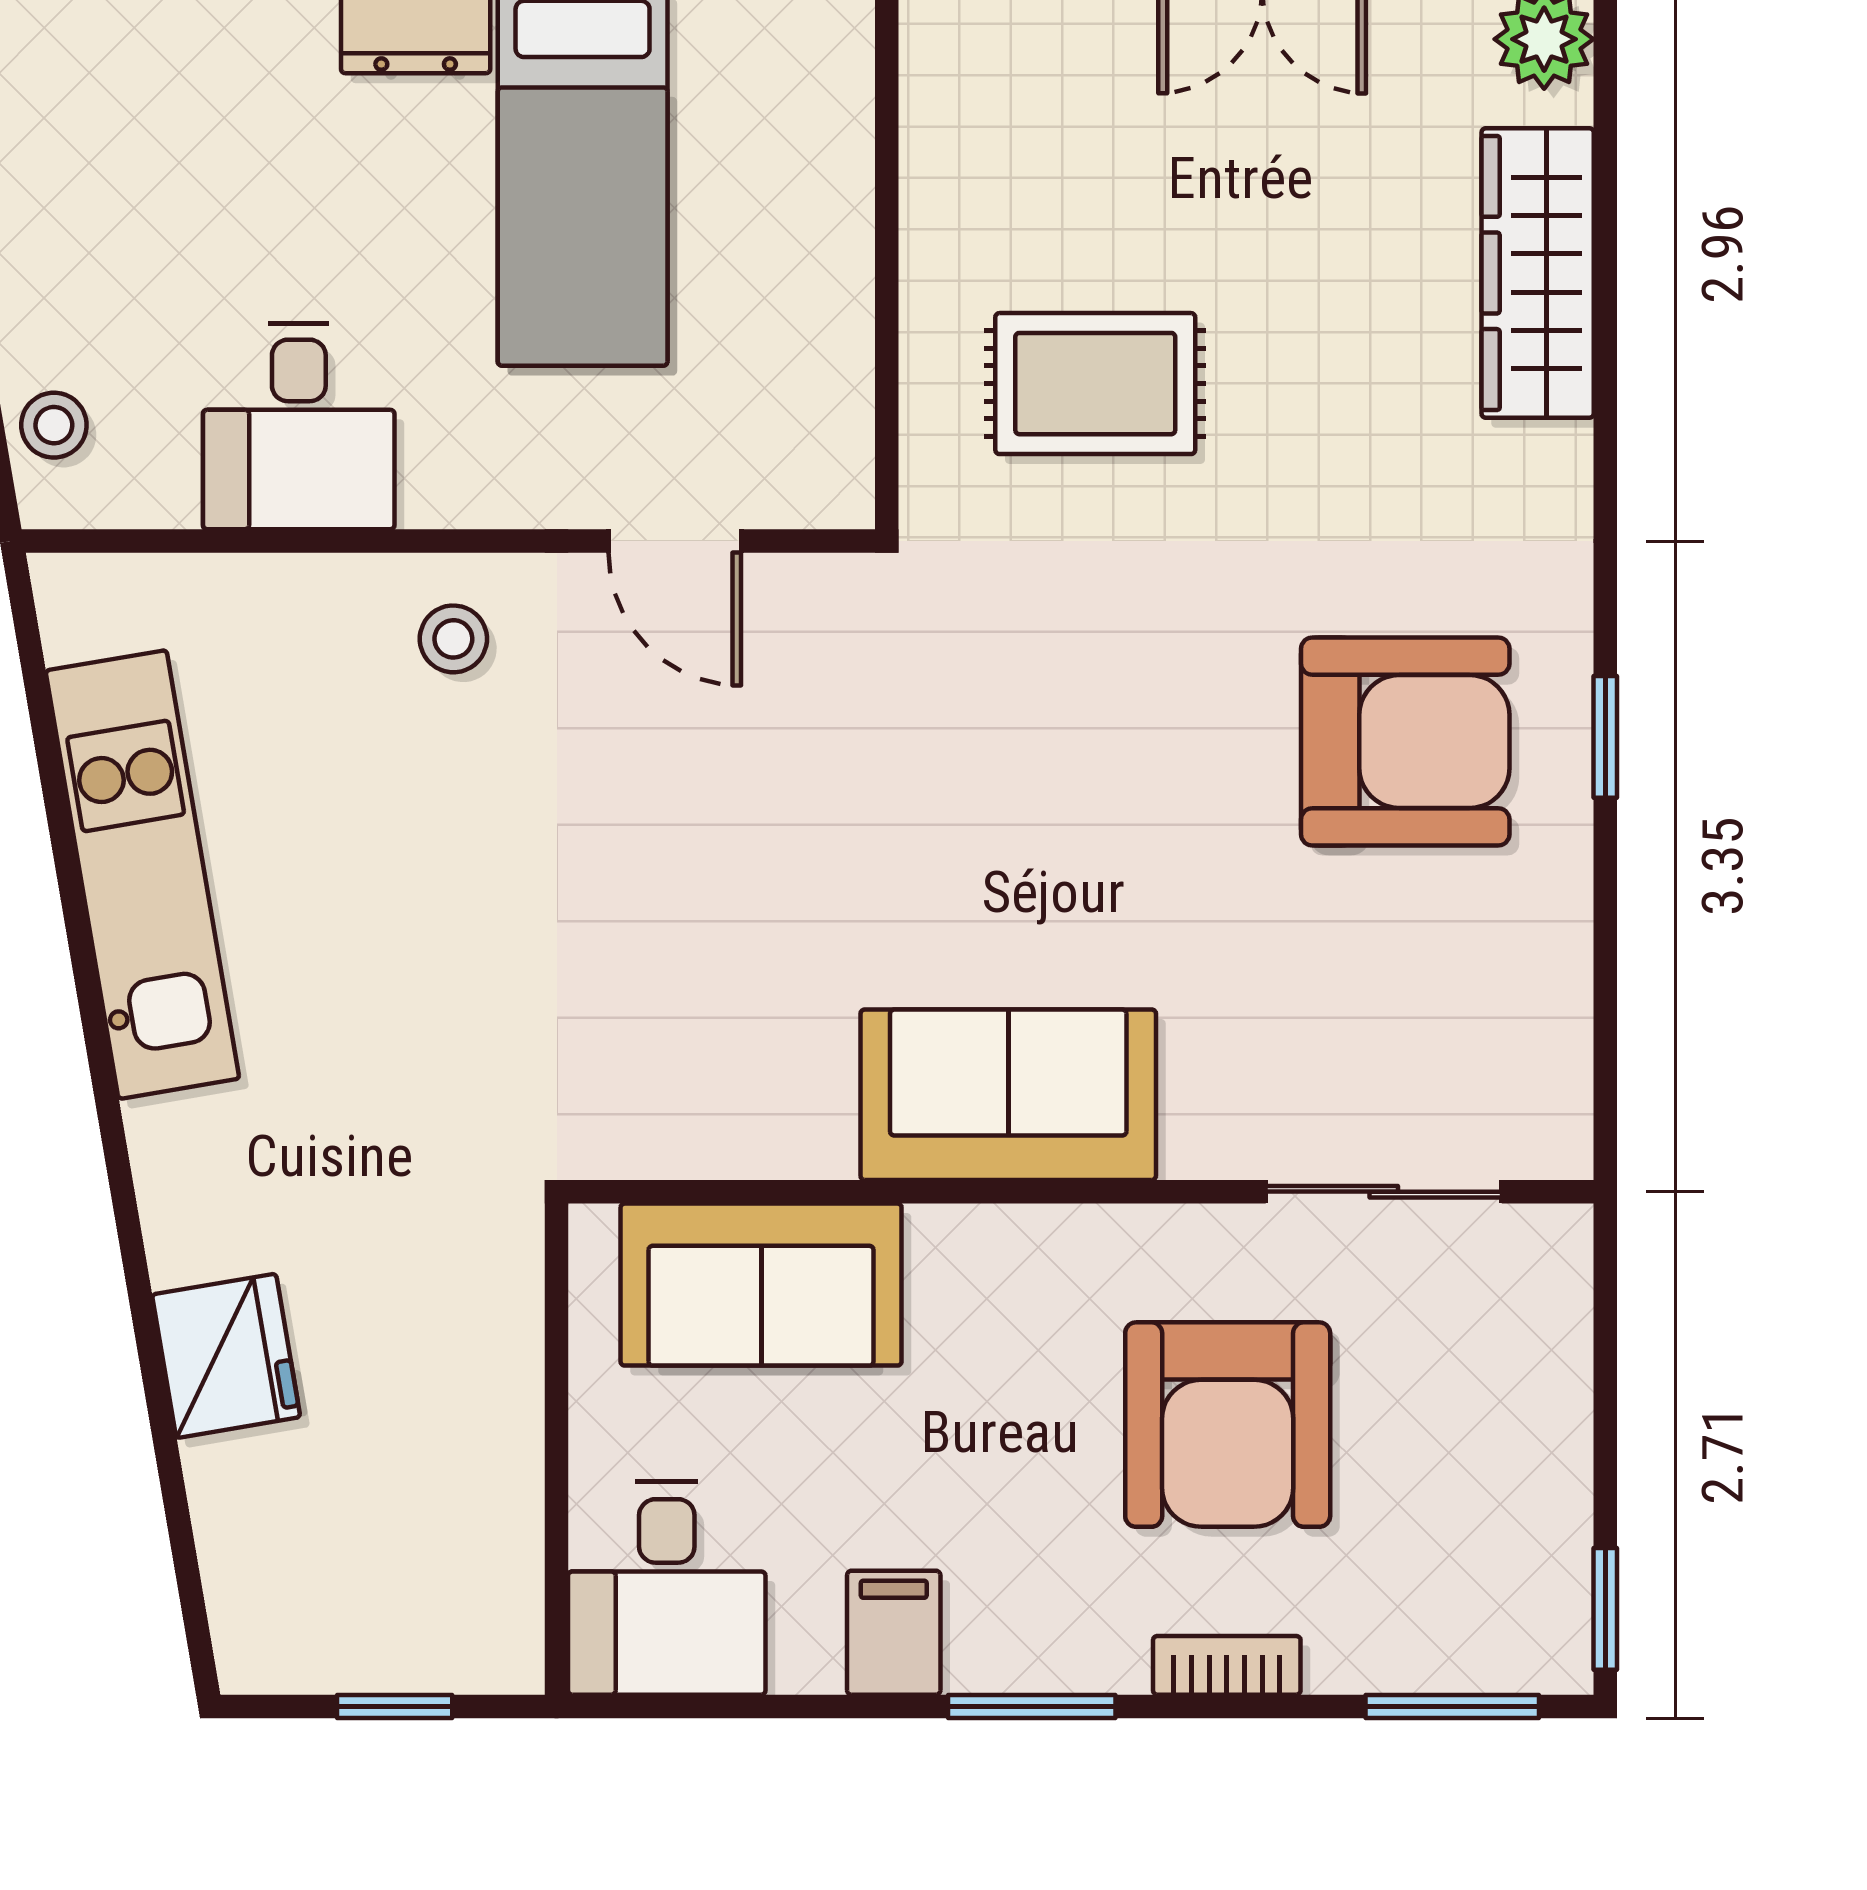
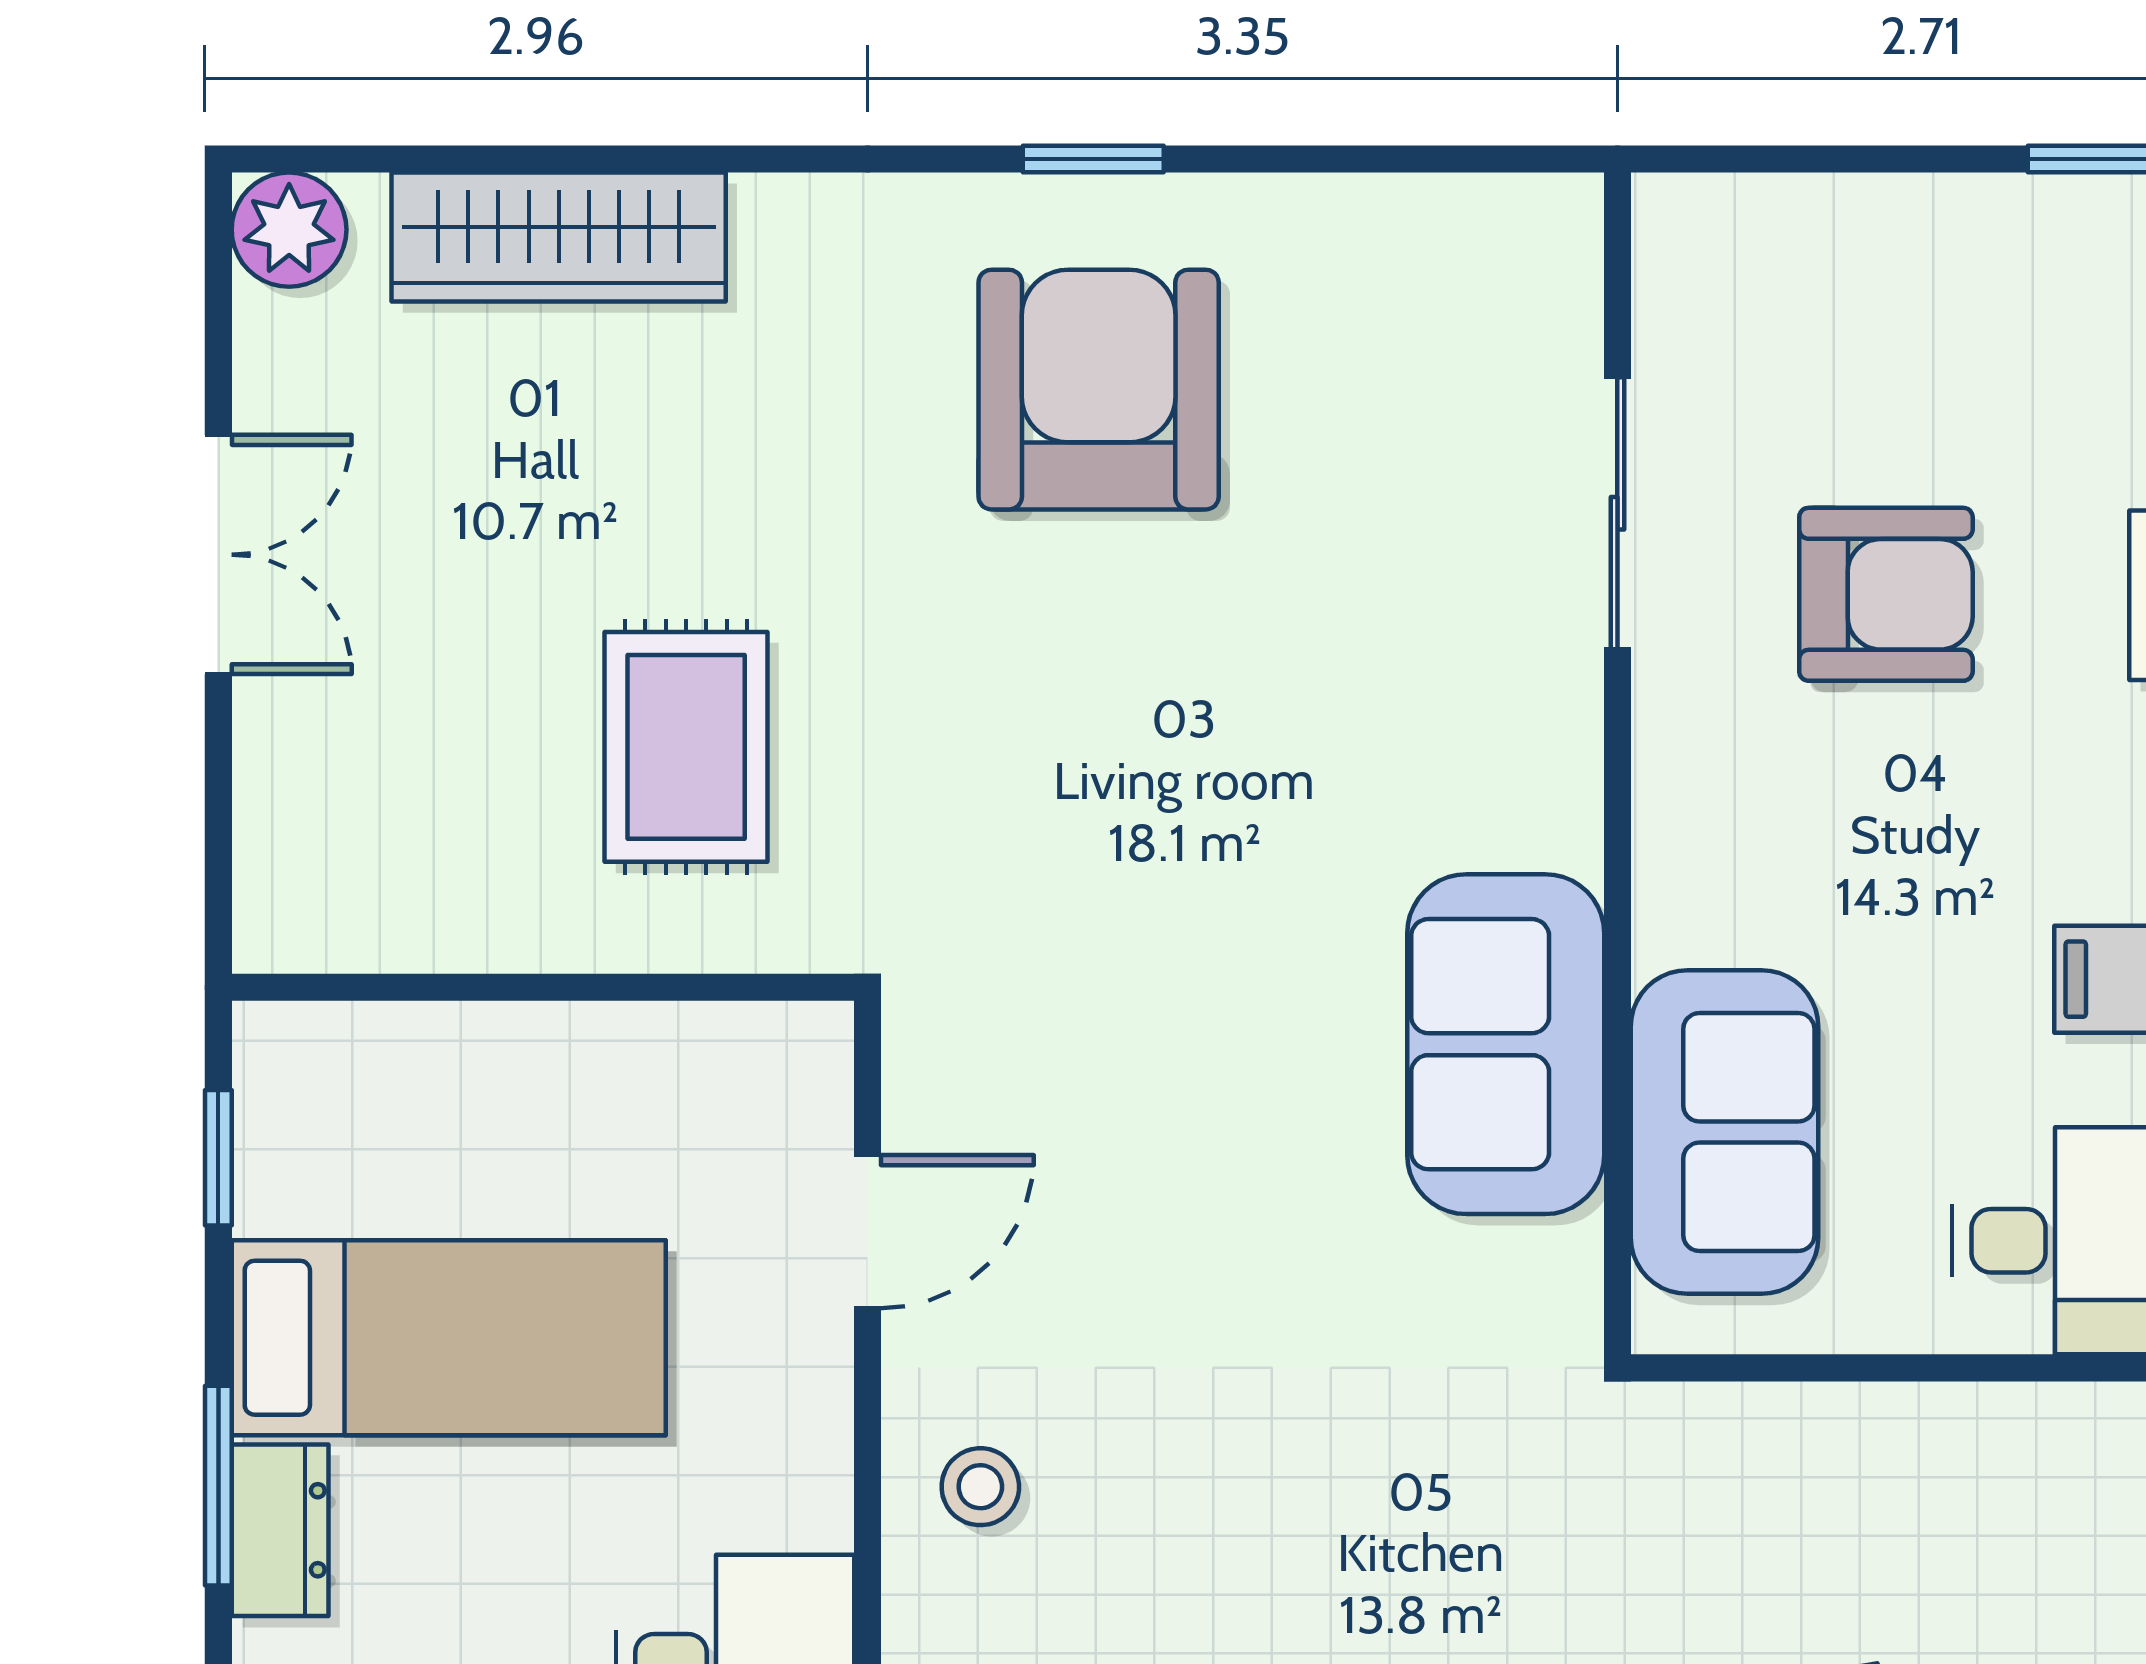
sofa: (1008, 1095) -> (1506, 1044), moved
sliding door: (1384, 1192) -> (1617, 513), moved
armchair: (1228, 1425) -> (1886, 594), width x0.73, depth x0.73

